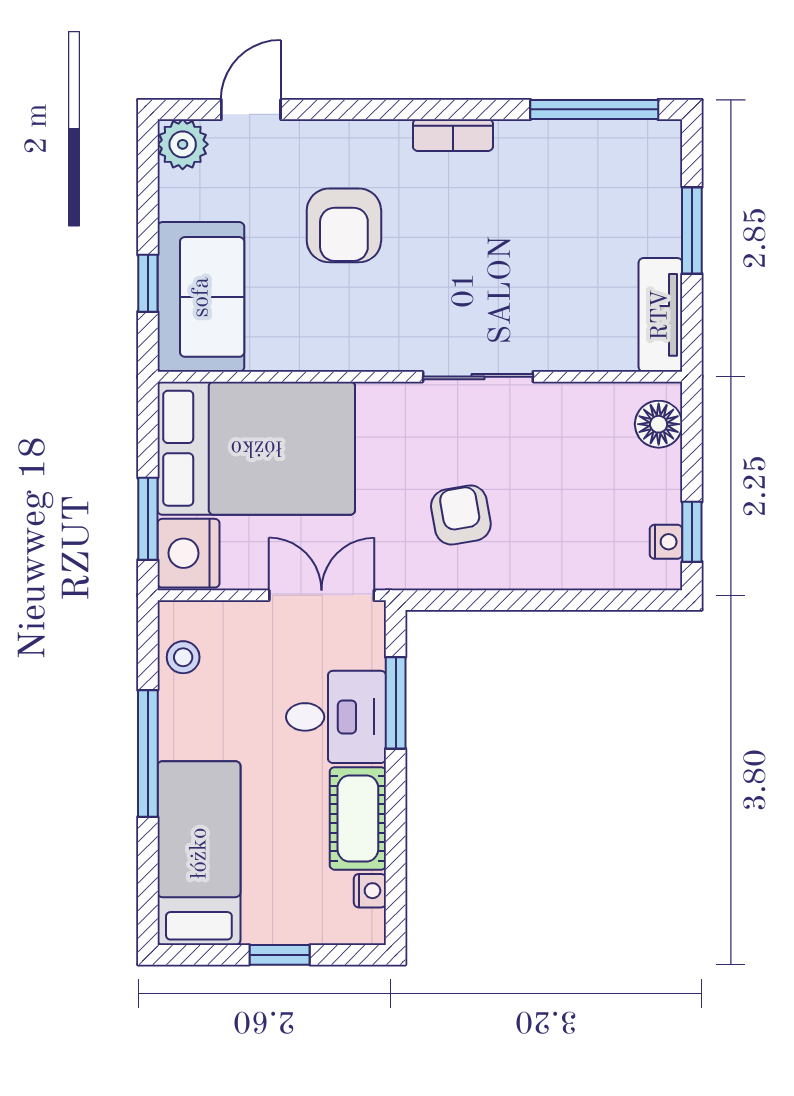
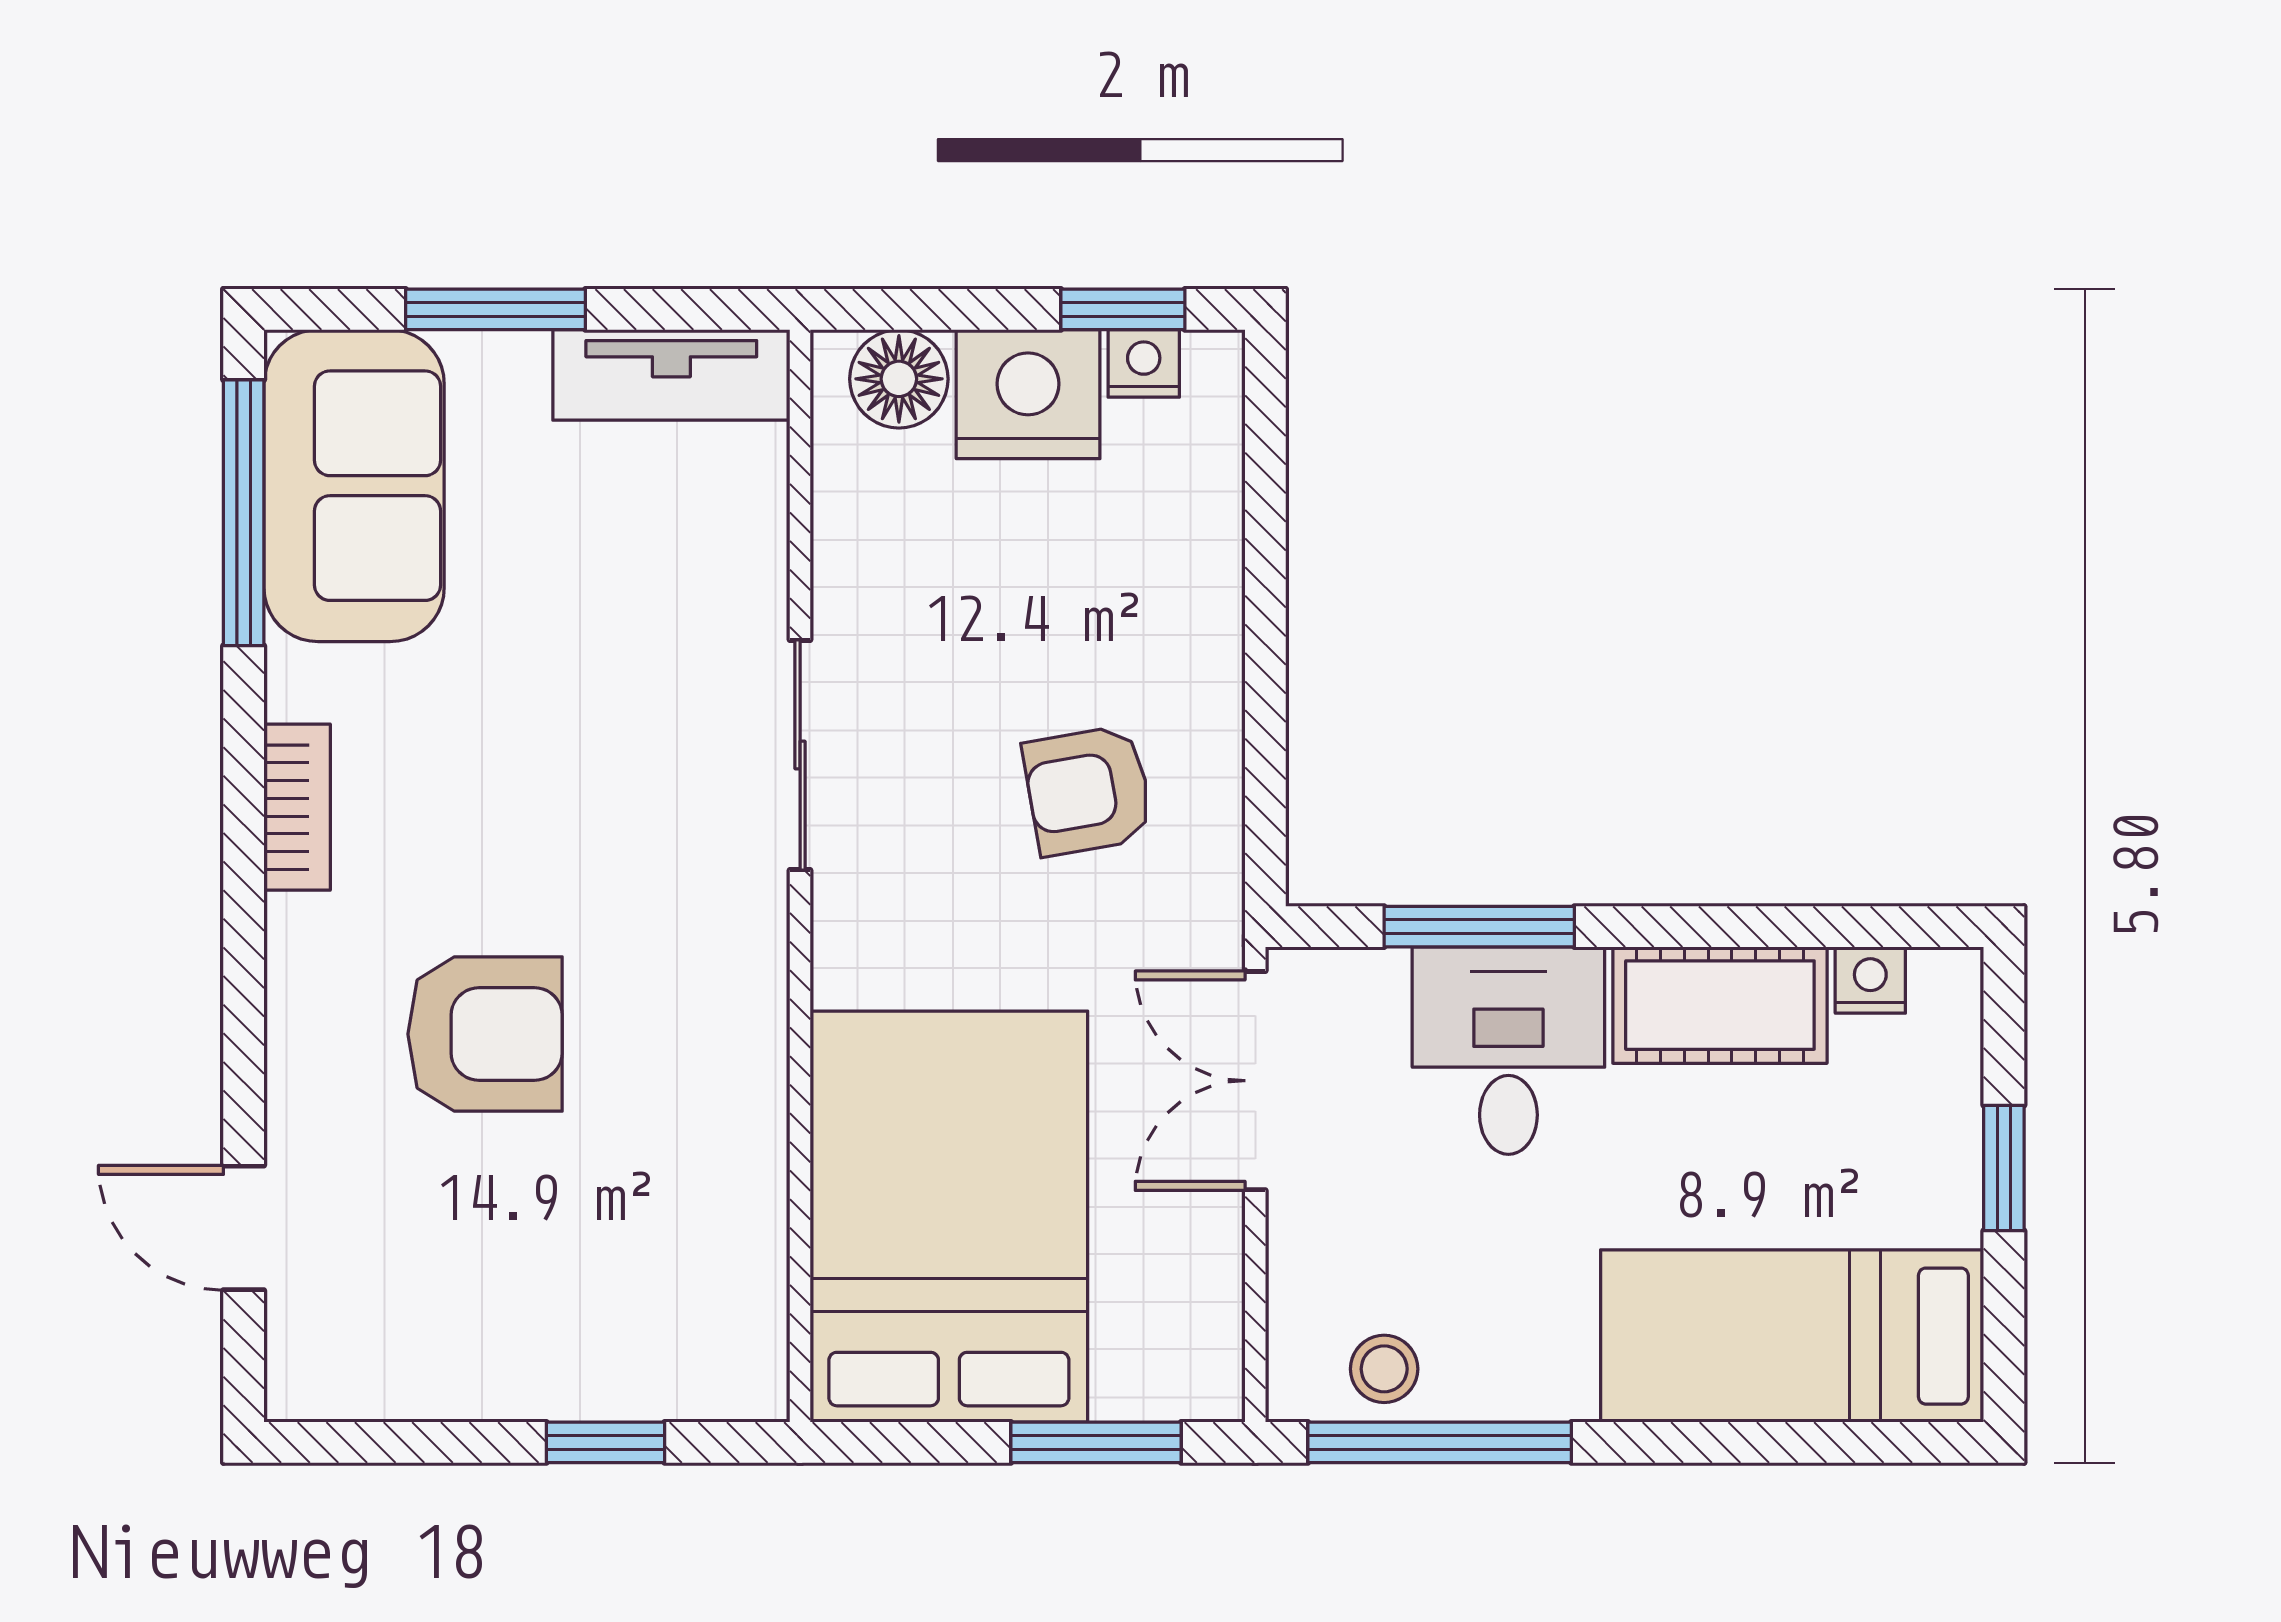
plant: (183, 144) -> (316, 1370), removed
sofa: (201, 297) -> (354, 486), moved, turned 90
nightstand: (188, 553) -> (1028, 394), moved, turned 180
window: (148, 754) -> (1440, 1442), moved

